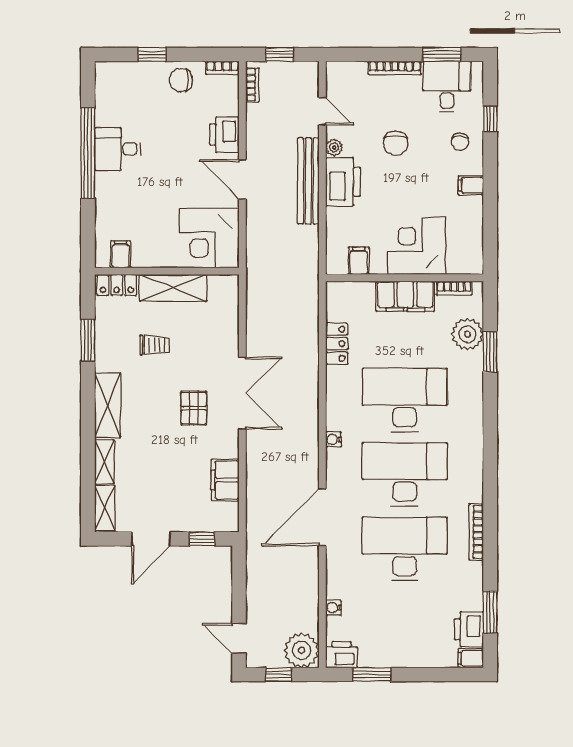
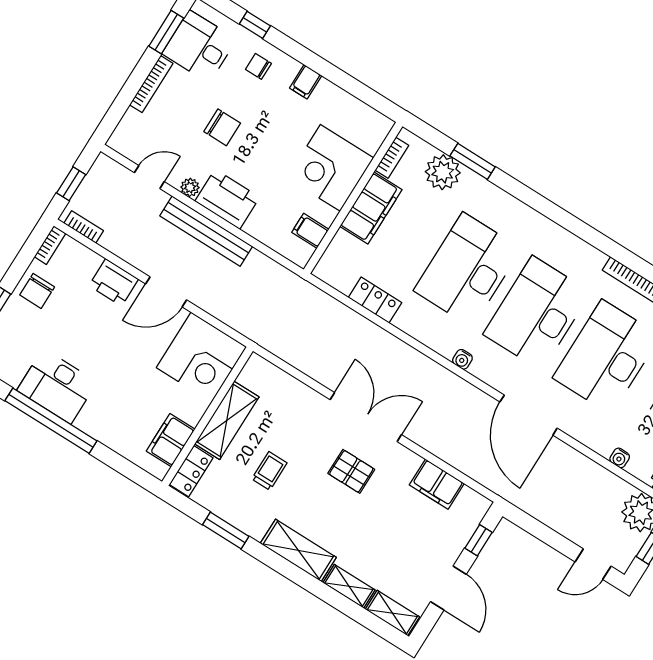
chair: (460, 142) -> (258, 66), turned 180
desk: (117, 149) -> (57, 386), width x1.37
filing cabinet: (121, 254) -> (171, 440), width x2.00

